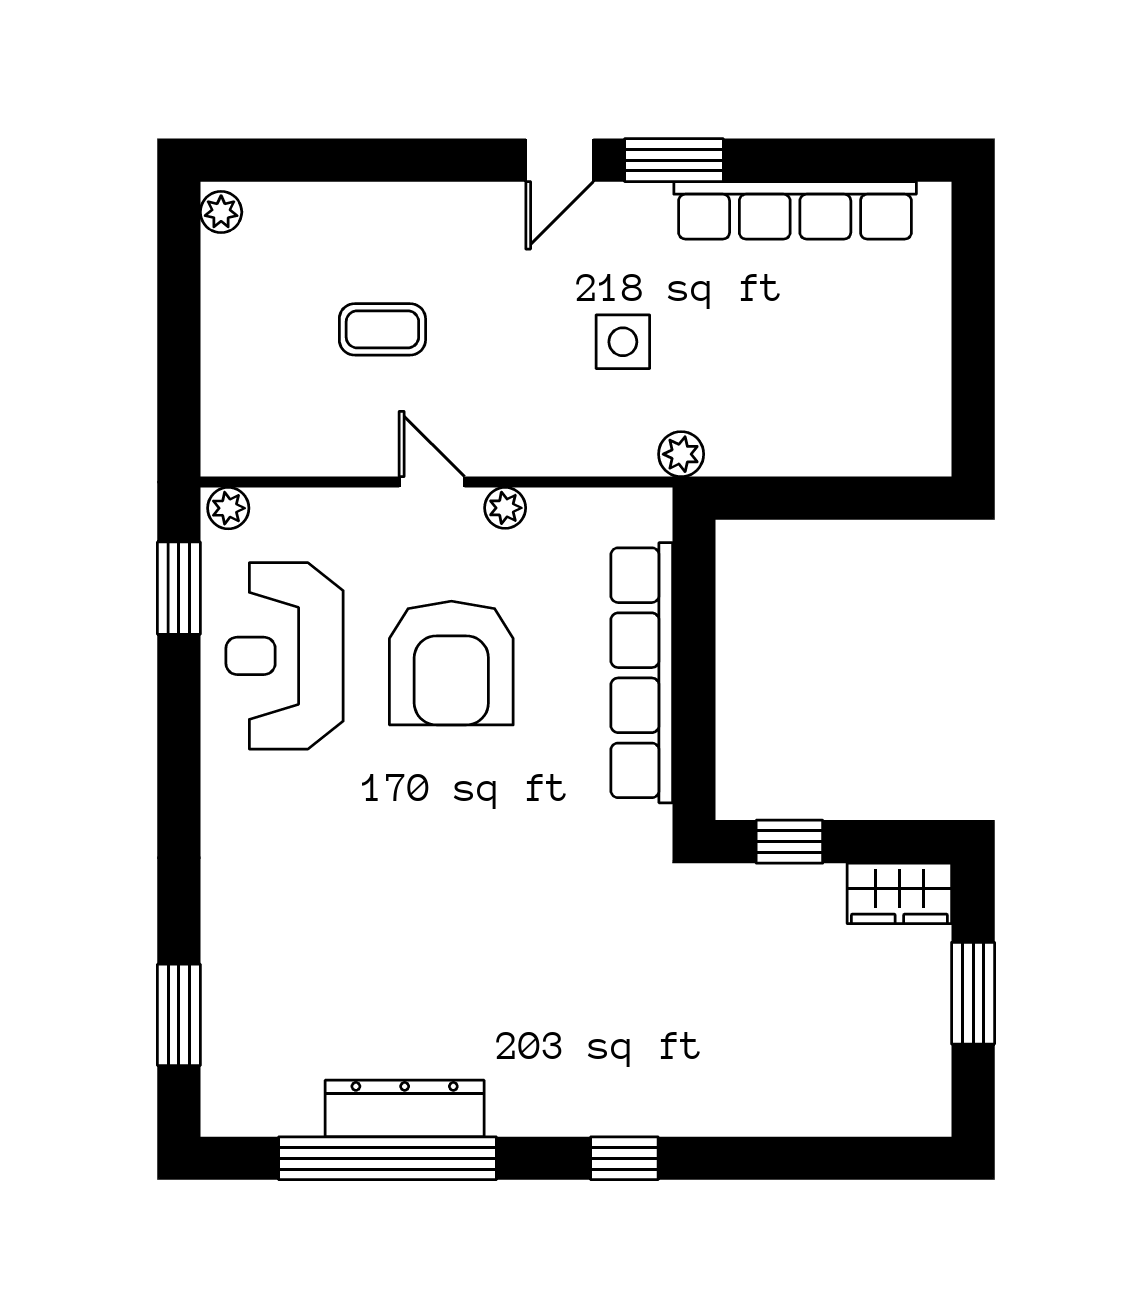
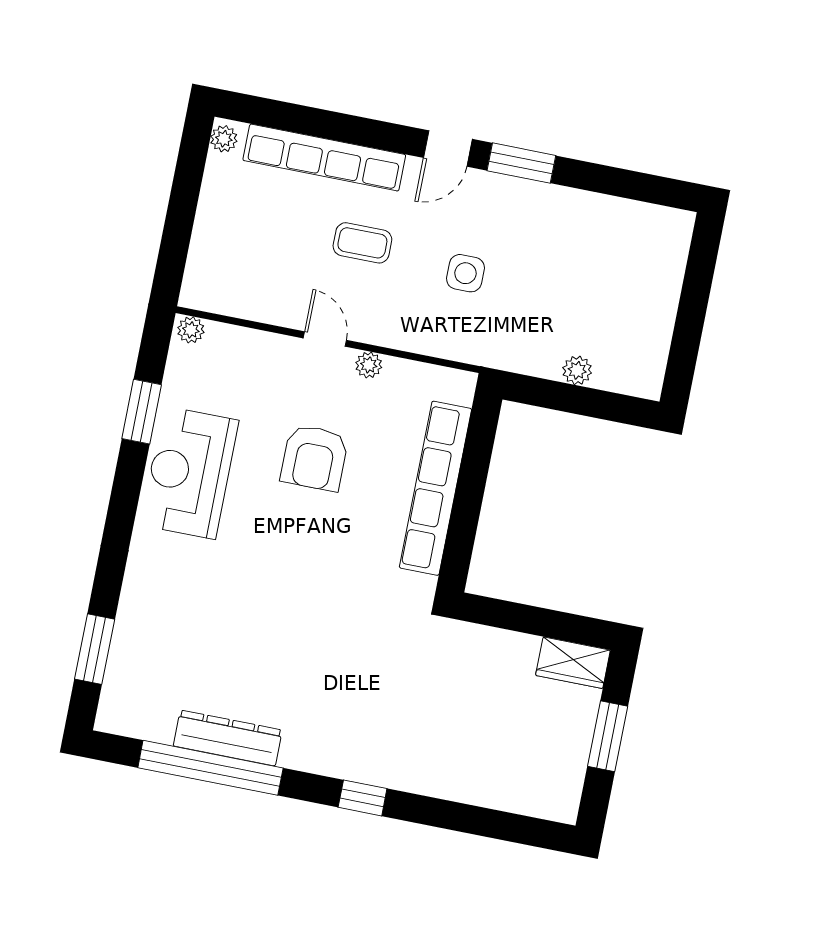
row of seats: (795, 210) -> (324, 158), moved
coffee table: (382, 329) -> (362, 243), moved
plant: (681, 454) -> (577, 370), moved
window: (179, 588) -> (142, 412), moved
reception desk: (285, 656) -> (190, 473), moved
armchair: (451, 663) -> (314, 458), width x0.73, depth x0.73
window: (789, 842) -> (509, 616), removed

